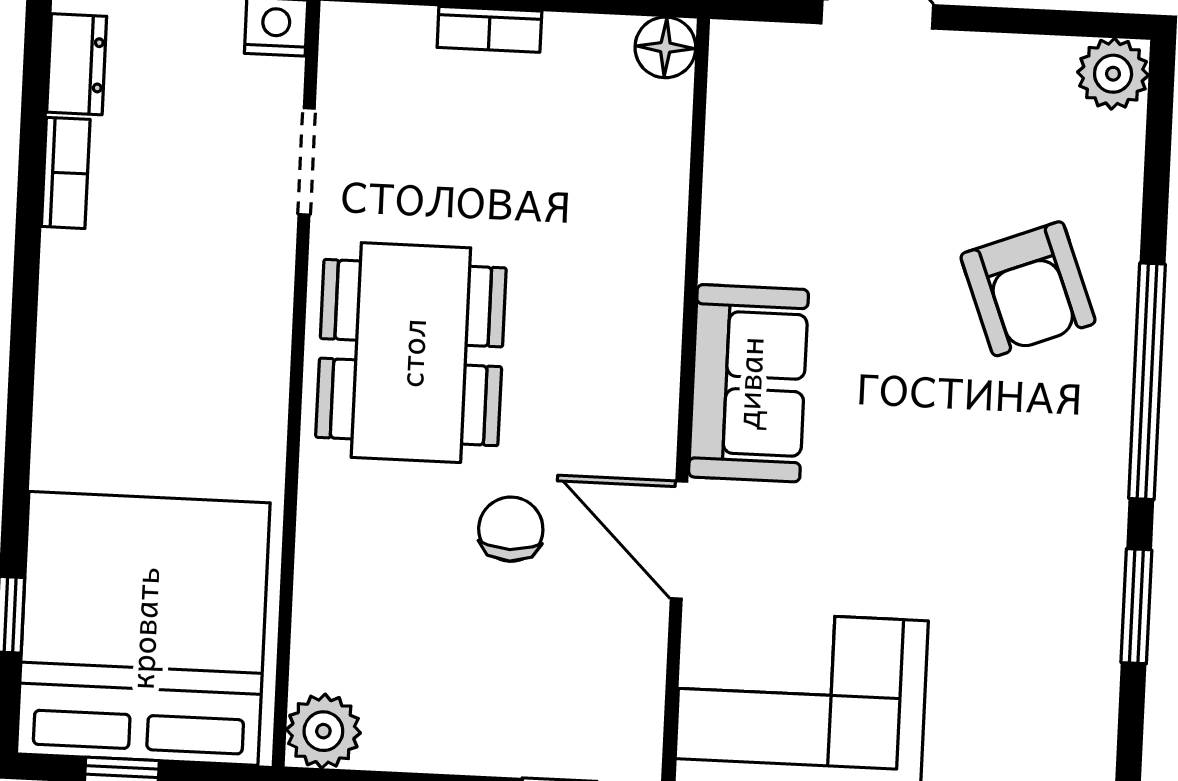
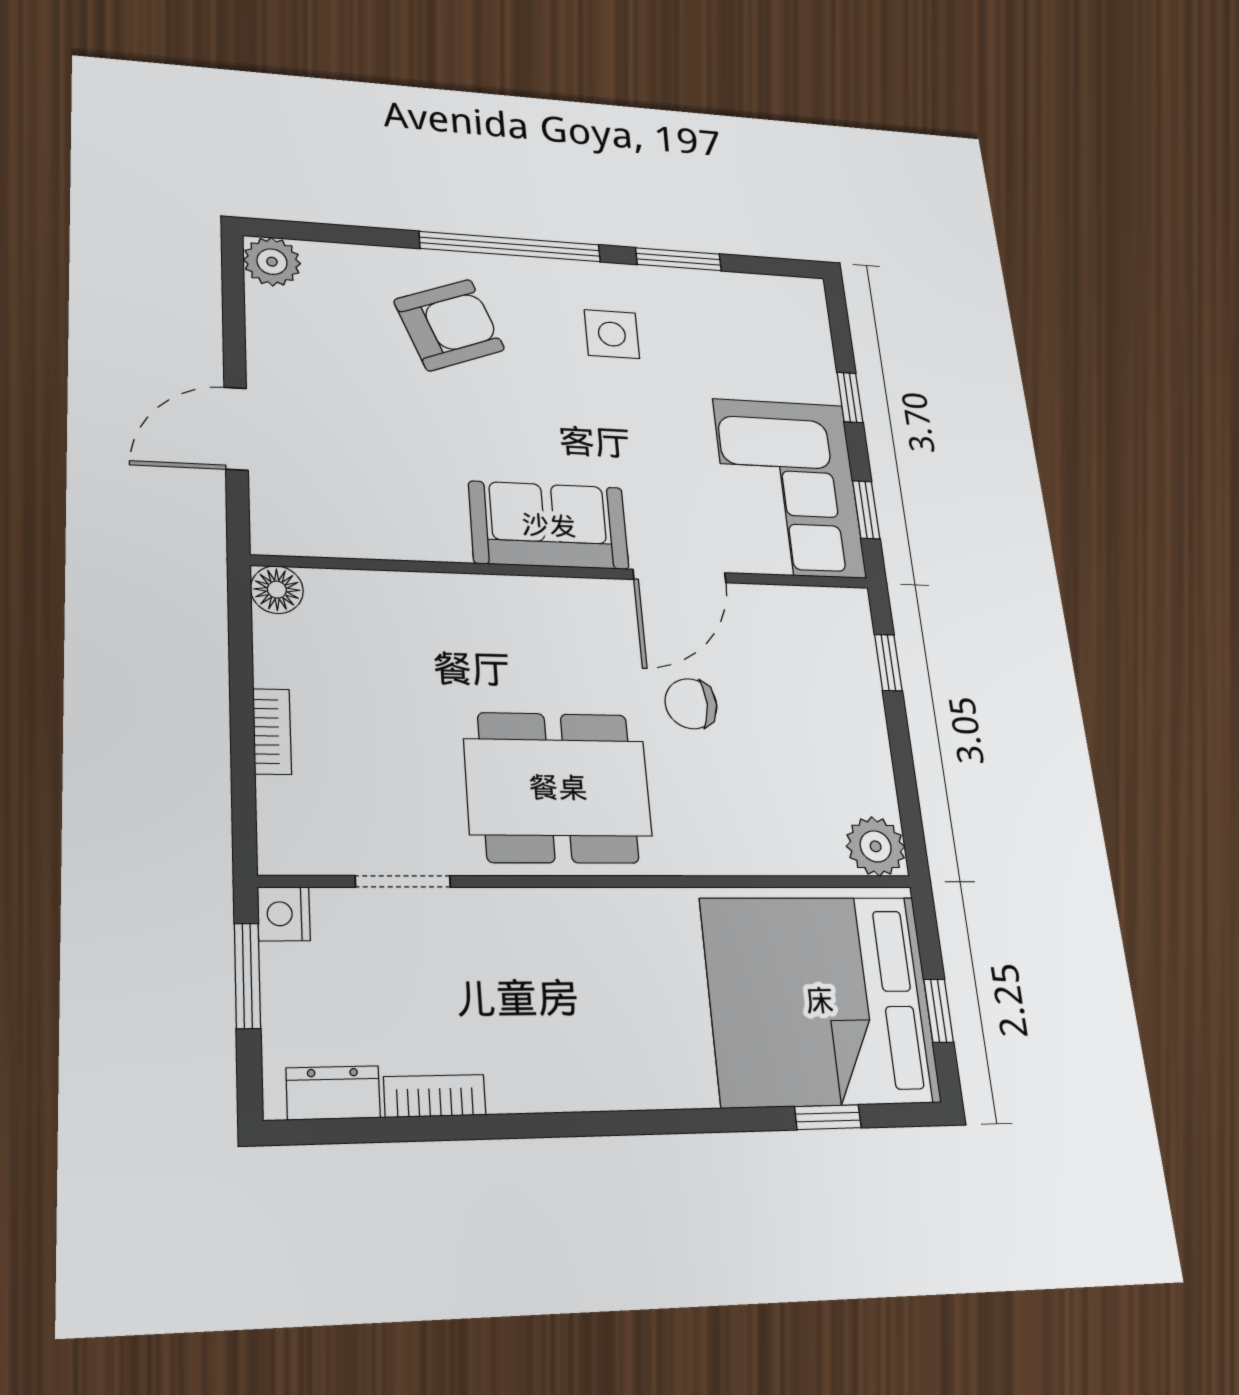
side table: (1020, 500) -> (612, 334), added

